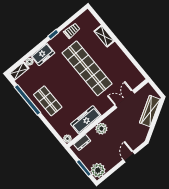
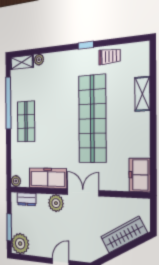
freezer: (43, 54) -> (139, 175), moved, turned 90
double door: (125, 99) -> (83, 193), moved

